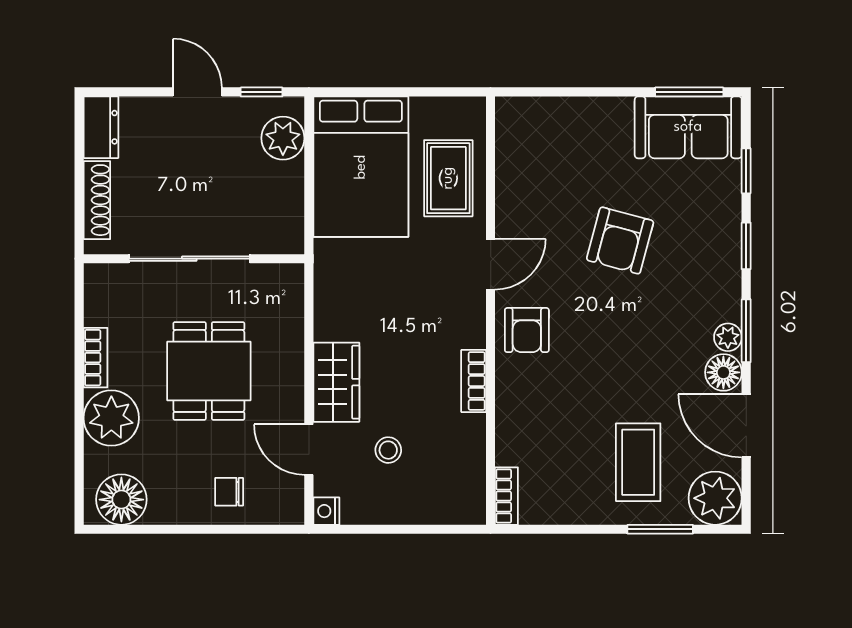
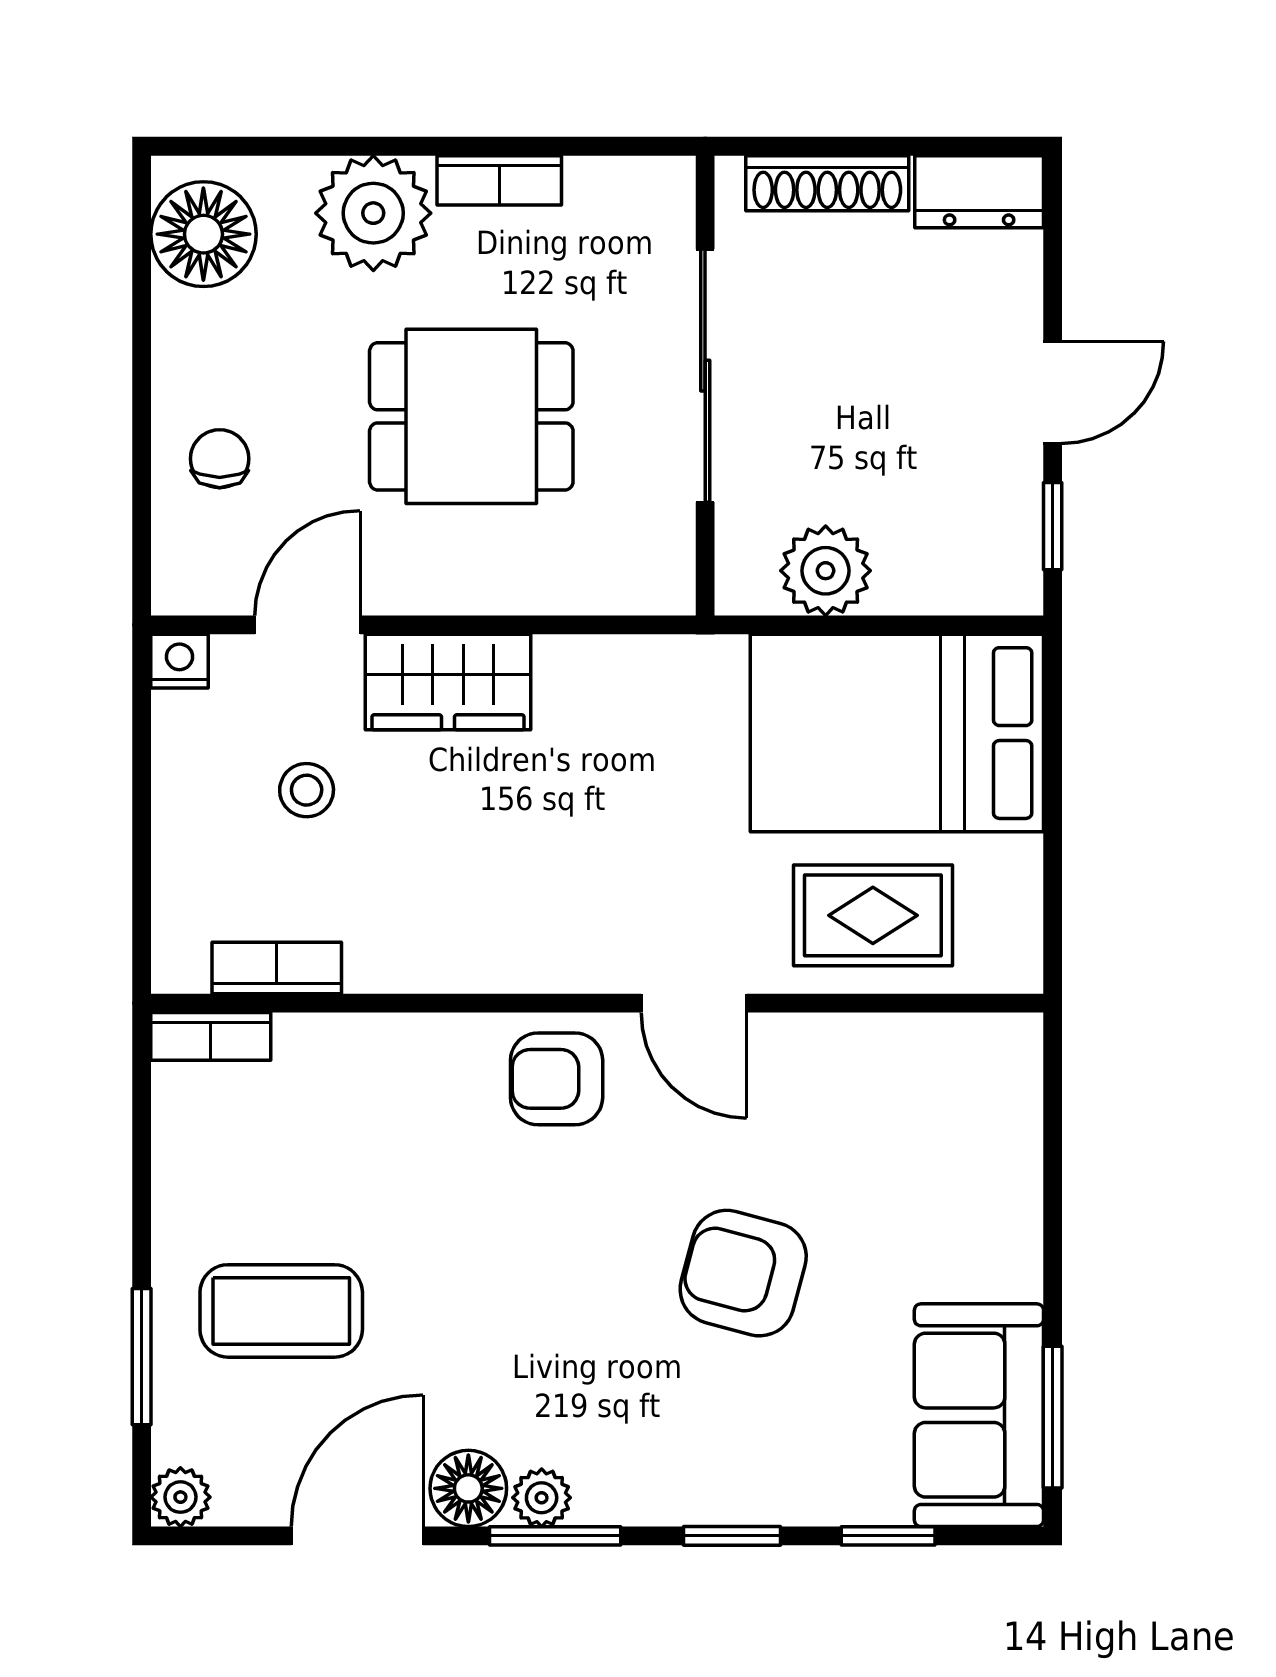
plant: (283, 138) -> (826, 571), moved
bookcase: (474, 381) -> (277, 968), moved
plant: (715, 498) -> (180, 1497), width x0.53, depth x0.53

